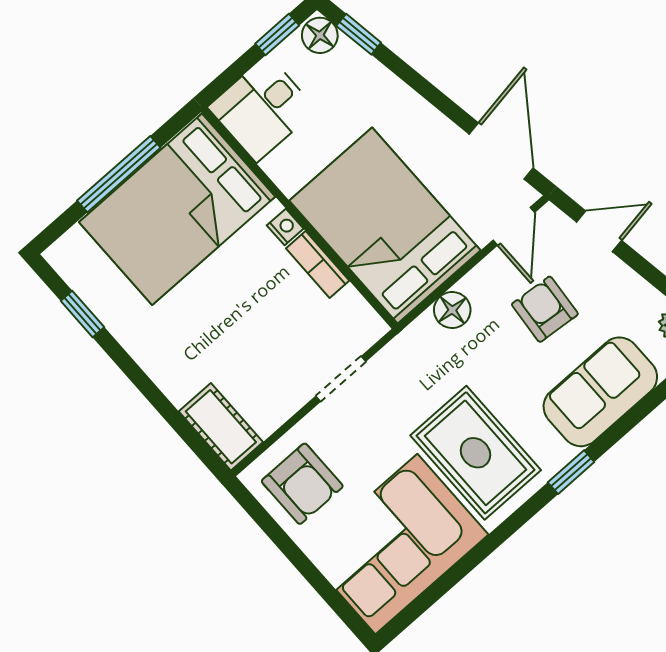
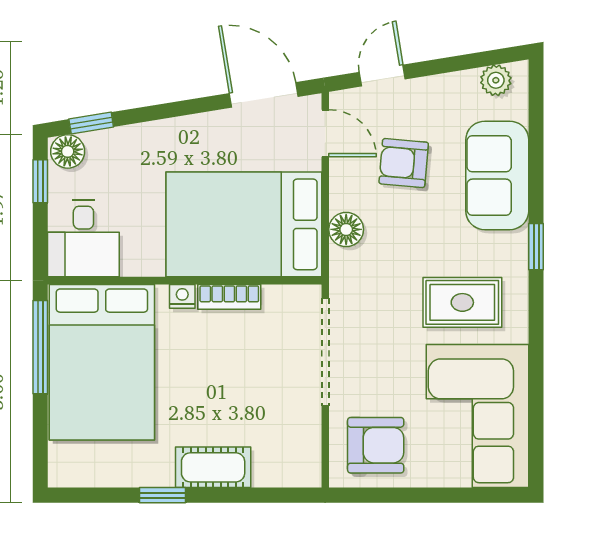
window: (119, 174) -> (40, 347), moved
window: (82, 314) -> (163, 495), moved
doorway: (341, 379) -> (325, 352), width x1.87
cot: (221, 427) -> (213, 467), moved
rug: (476, 453) -> (462, 302), width x0.73, depth x0.70

